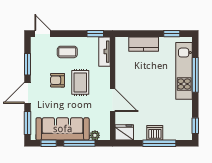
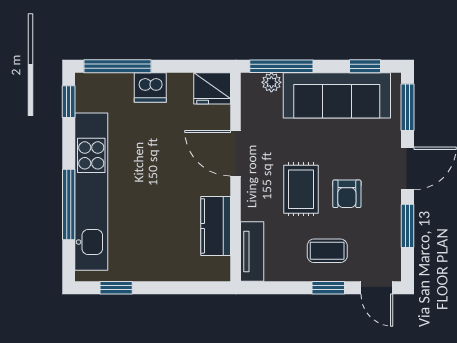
window: (95, 34) -> (328, 288), moved
kitchen counter: (144, 44) -> (216, 226), moved, turned -90
kitchen unit: (184, 71) -> (91, 192), width x1.36
armchair: (58, 80) -> (347, 194), turned 90
window: (79, 143) -> (281, 66), moved
window: (159, 143) -> (118, 66), moved

